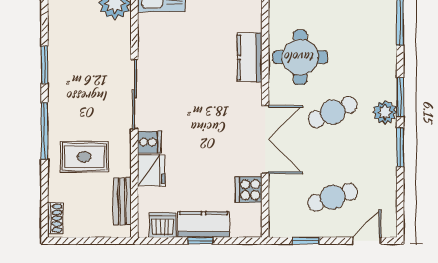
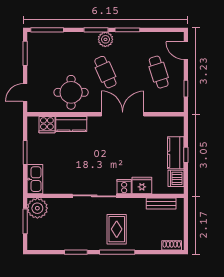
rug: (84, 157) -> (117, 229), moved
cooker: (249, 190) -> (47, 125), moved

